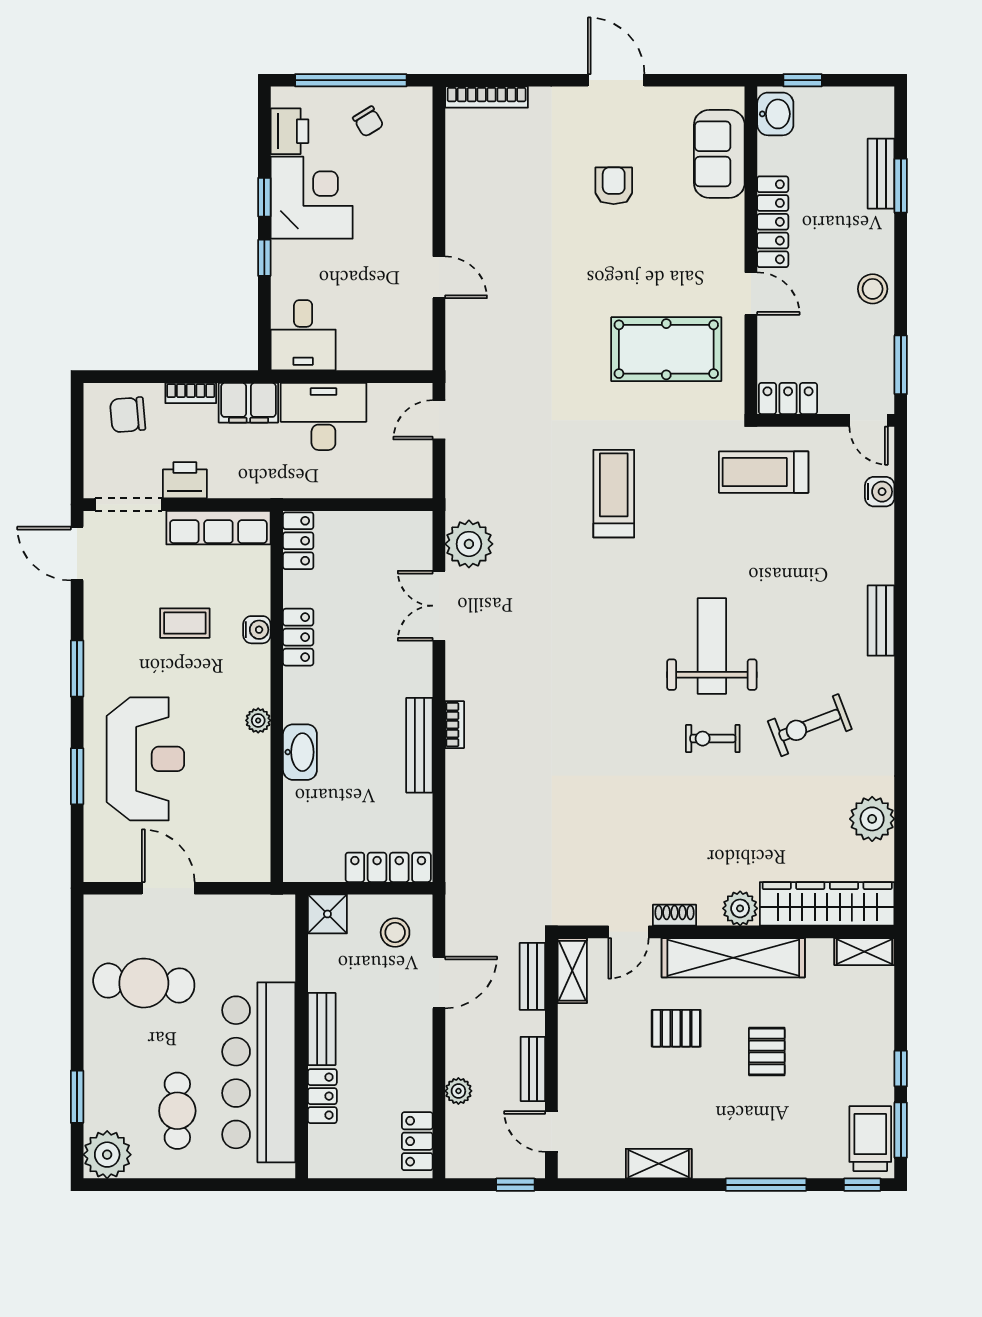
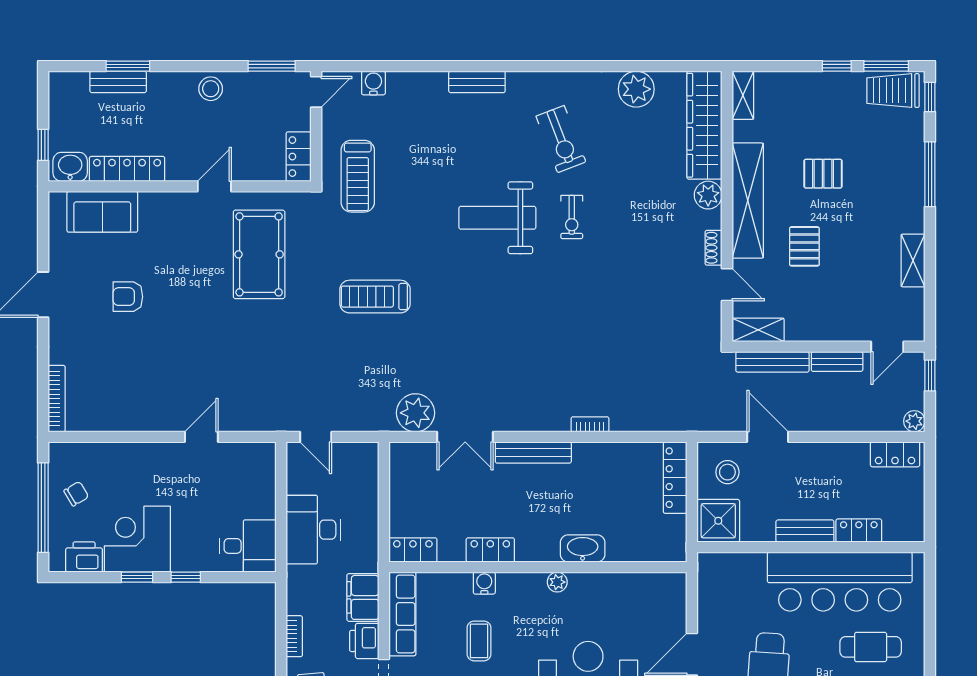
locker: (773, 222) -> (127, 169), moved
filing cabinet: (248, 403) -> (363, 597), moved, turned 180
bookcase: (455, 725) -> (590, 424), moved
bench: (419, 745) -> (533, 453), moved
shower: (327, 914) -> (718, 521), width x1.36, depth x1.36
bench: (532, 976) -> (772, 362), width x1.36
plant: (458, 1091) -> (914, 421), moved

